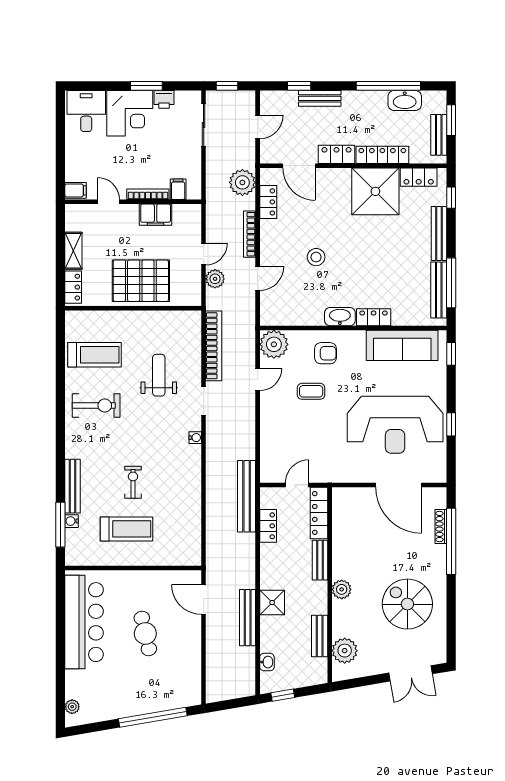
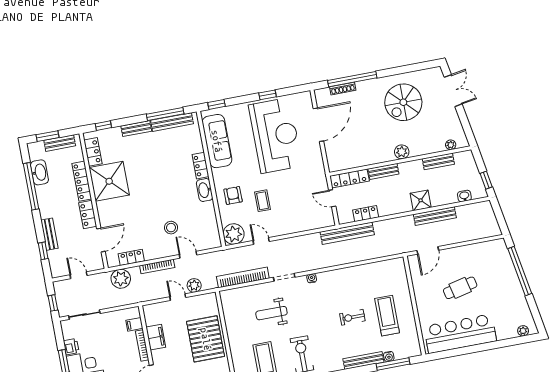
bench: (439, 233) -> (136, 129), width x0.73
stool: (316, 257) -> (171, 228), moved
plant: (345, 651) -> (451, 145), width x0.53, depth x0.53

